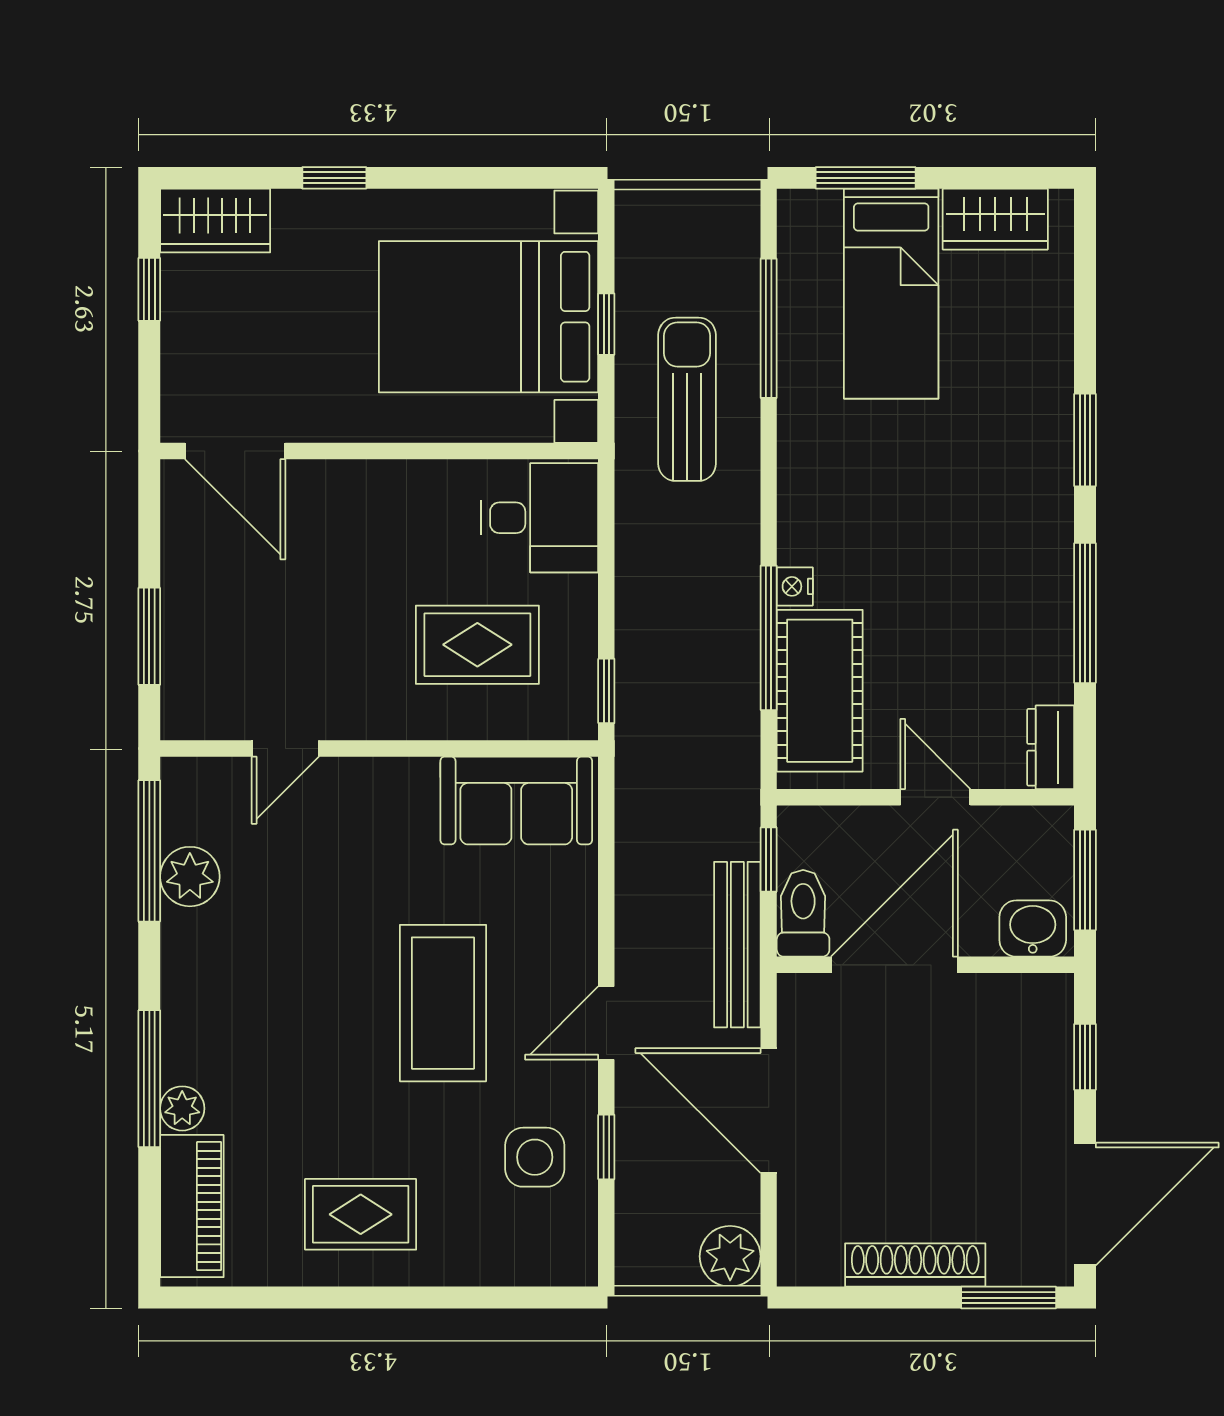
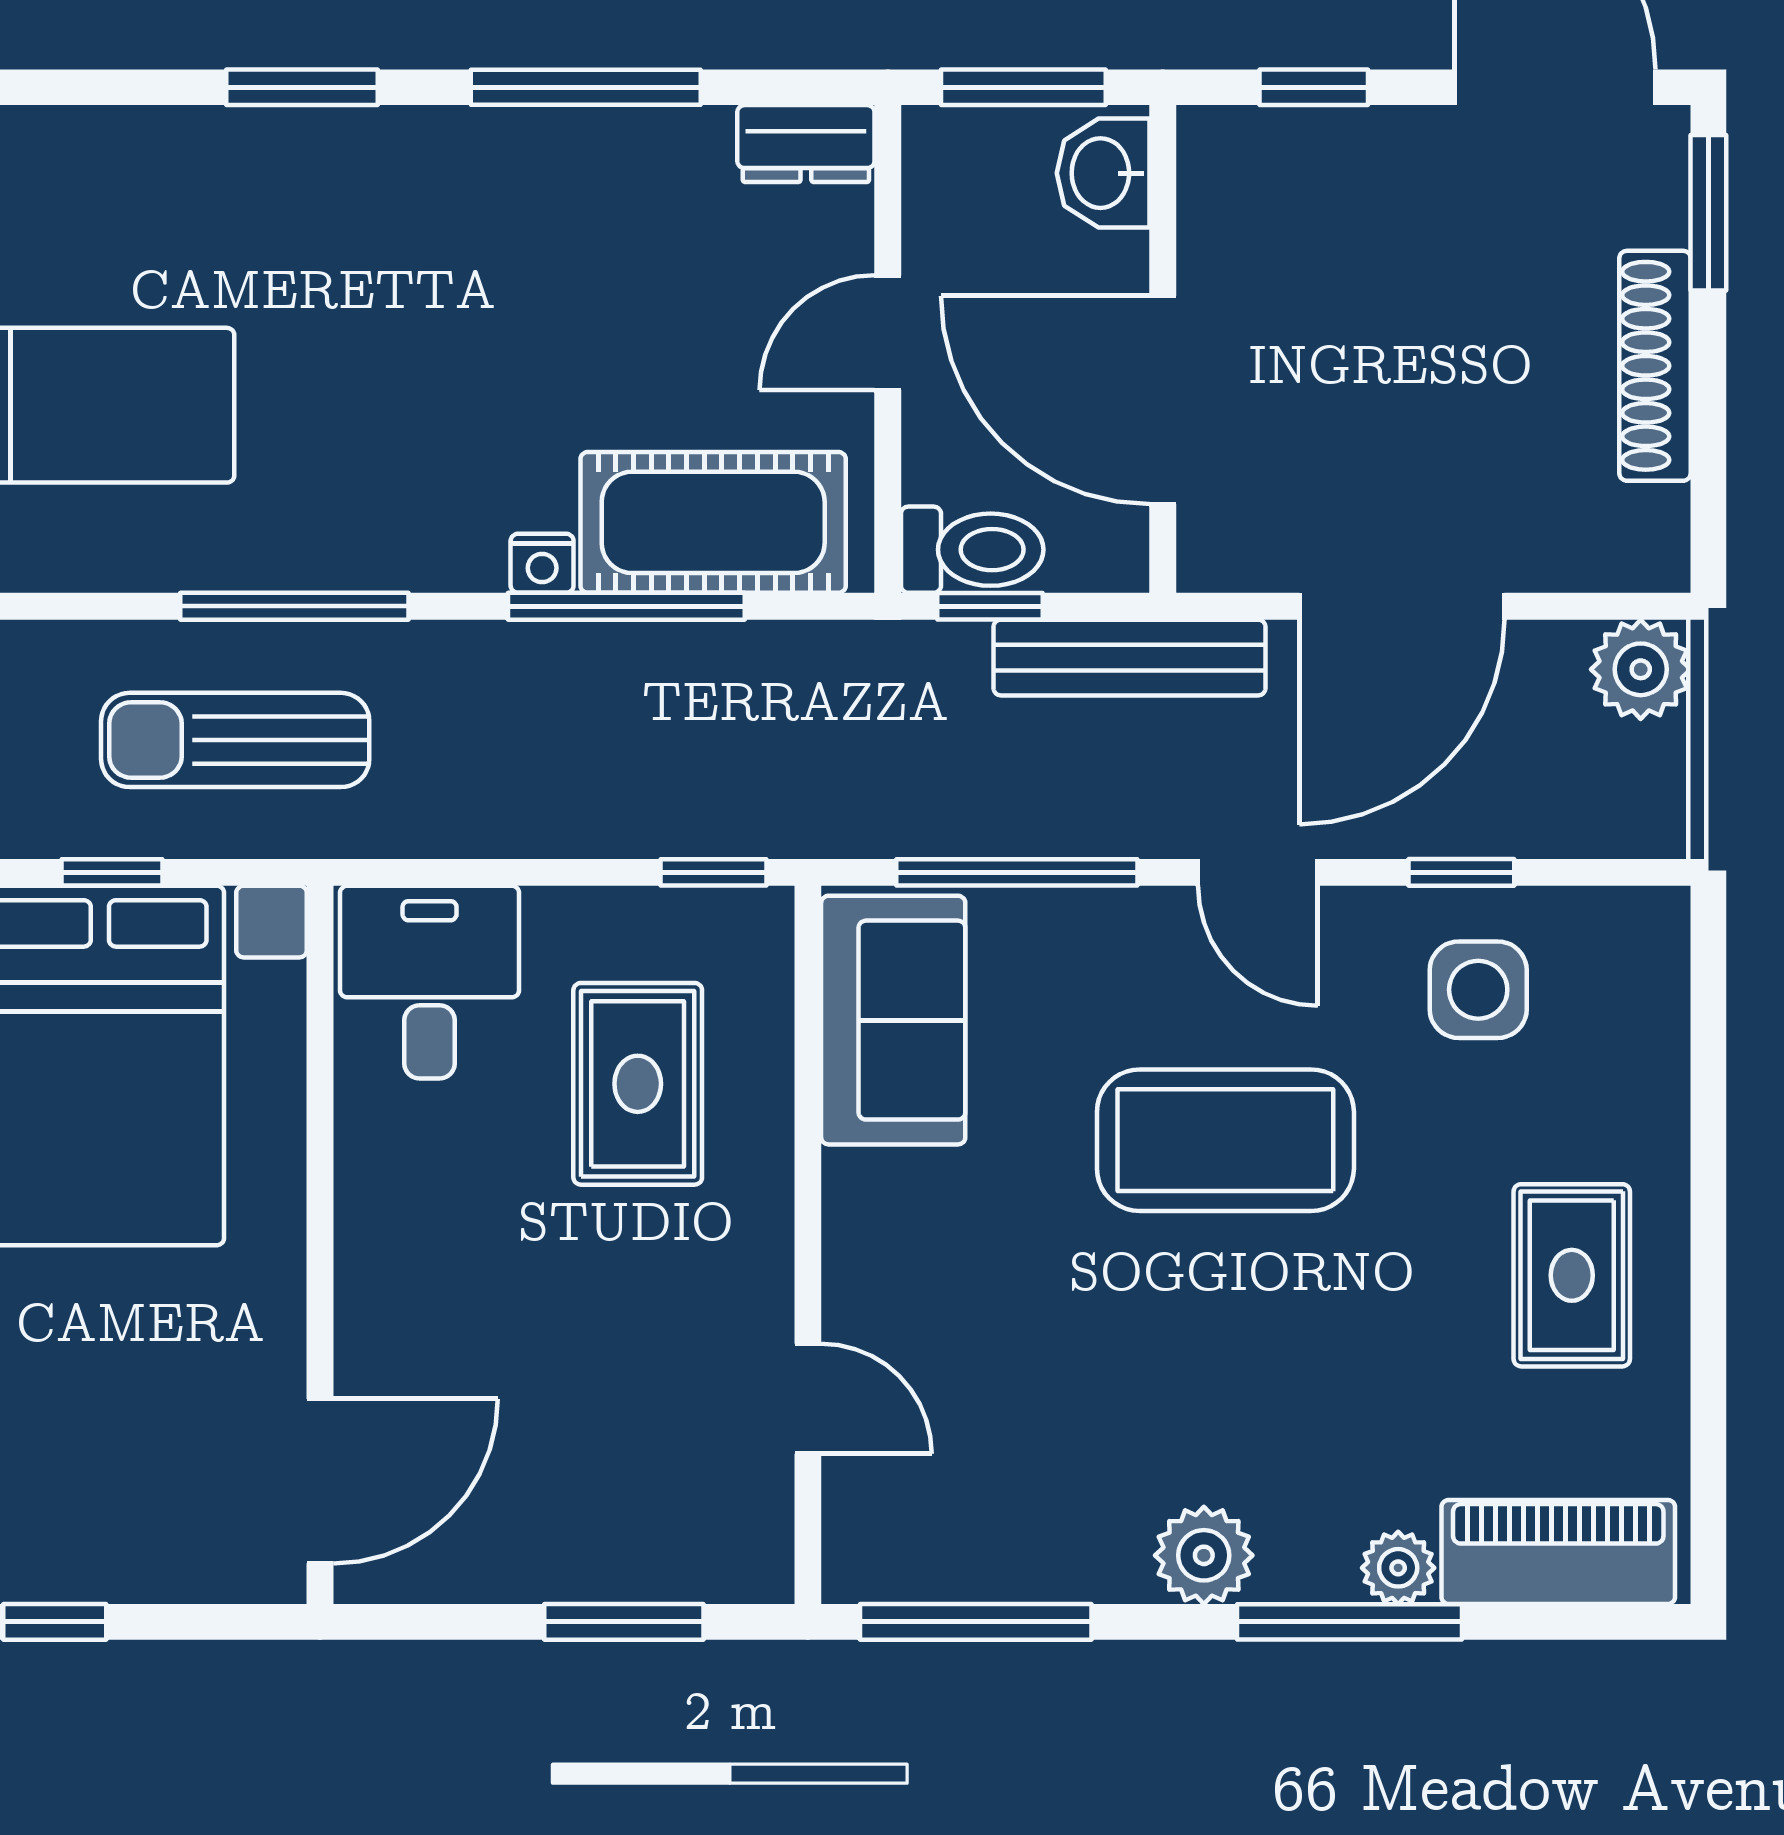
window: (769, 328) -> (294, 606), moved
window: (606, 876) -> (1017, 872), added
plant: (190, 877) -> (1204, 1555), moved
toilet: (803, 913) -> (972, 550), moved, turned 180

